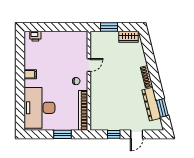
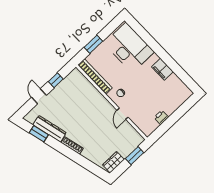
printer: (35, 36) -> (161, 117), moved
filing cabinet: (30, 74) -> (162, 69), width x2.00

